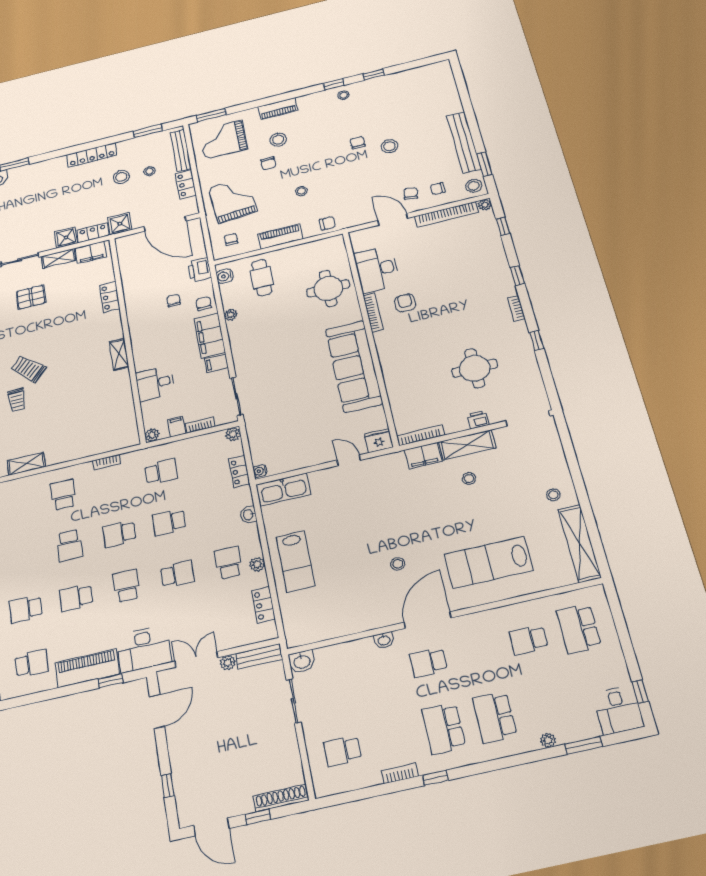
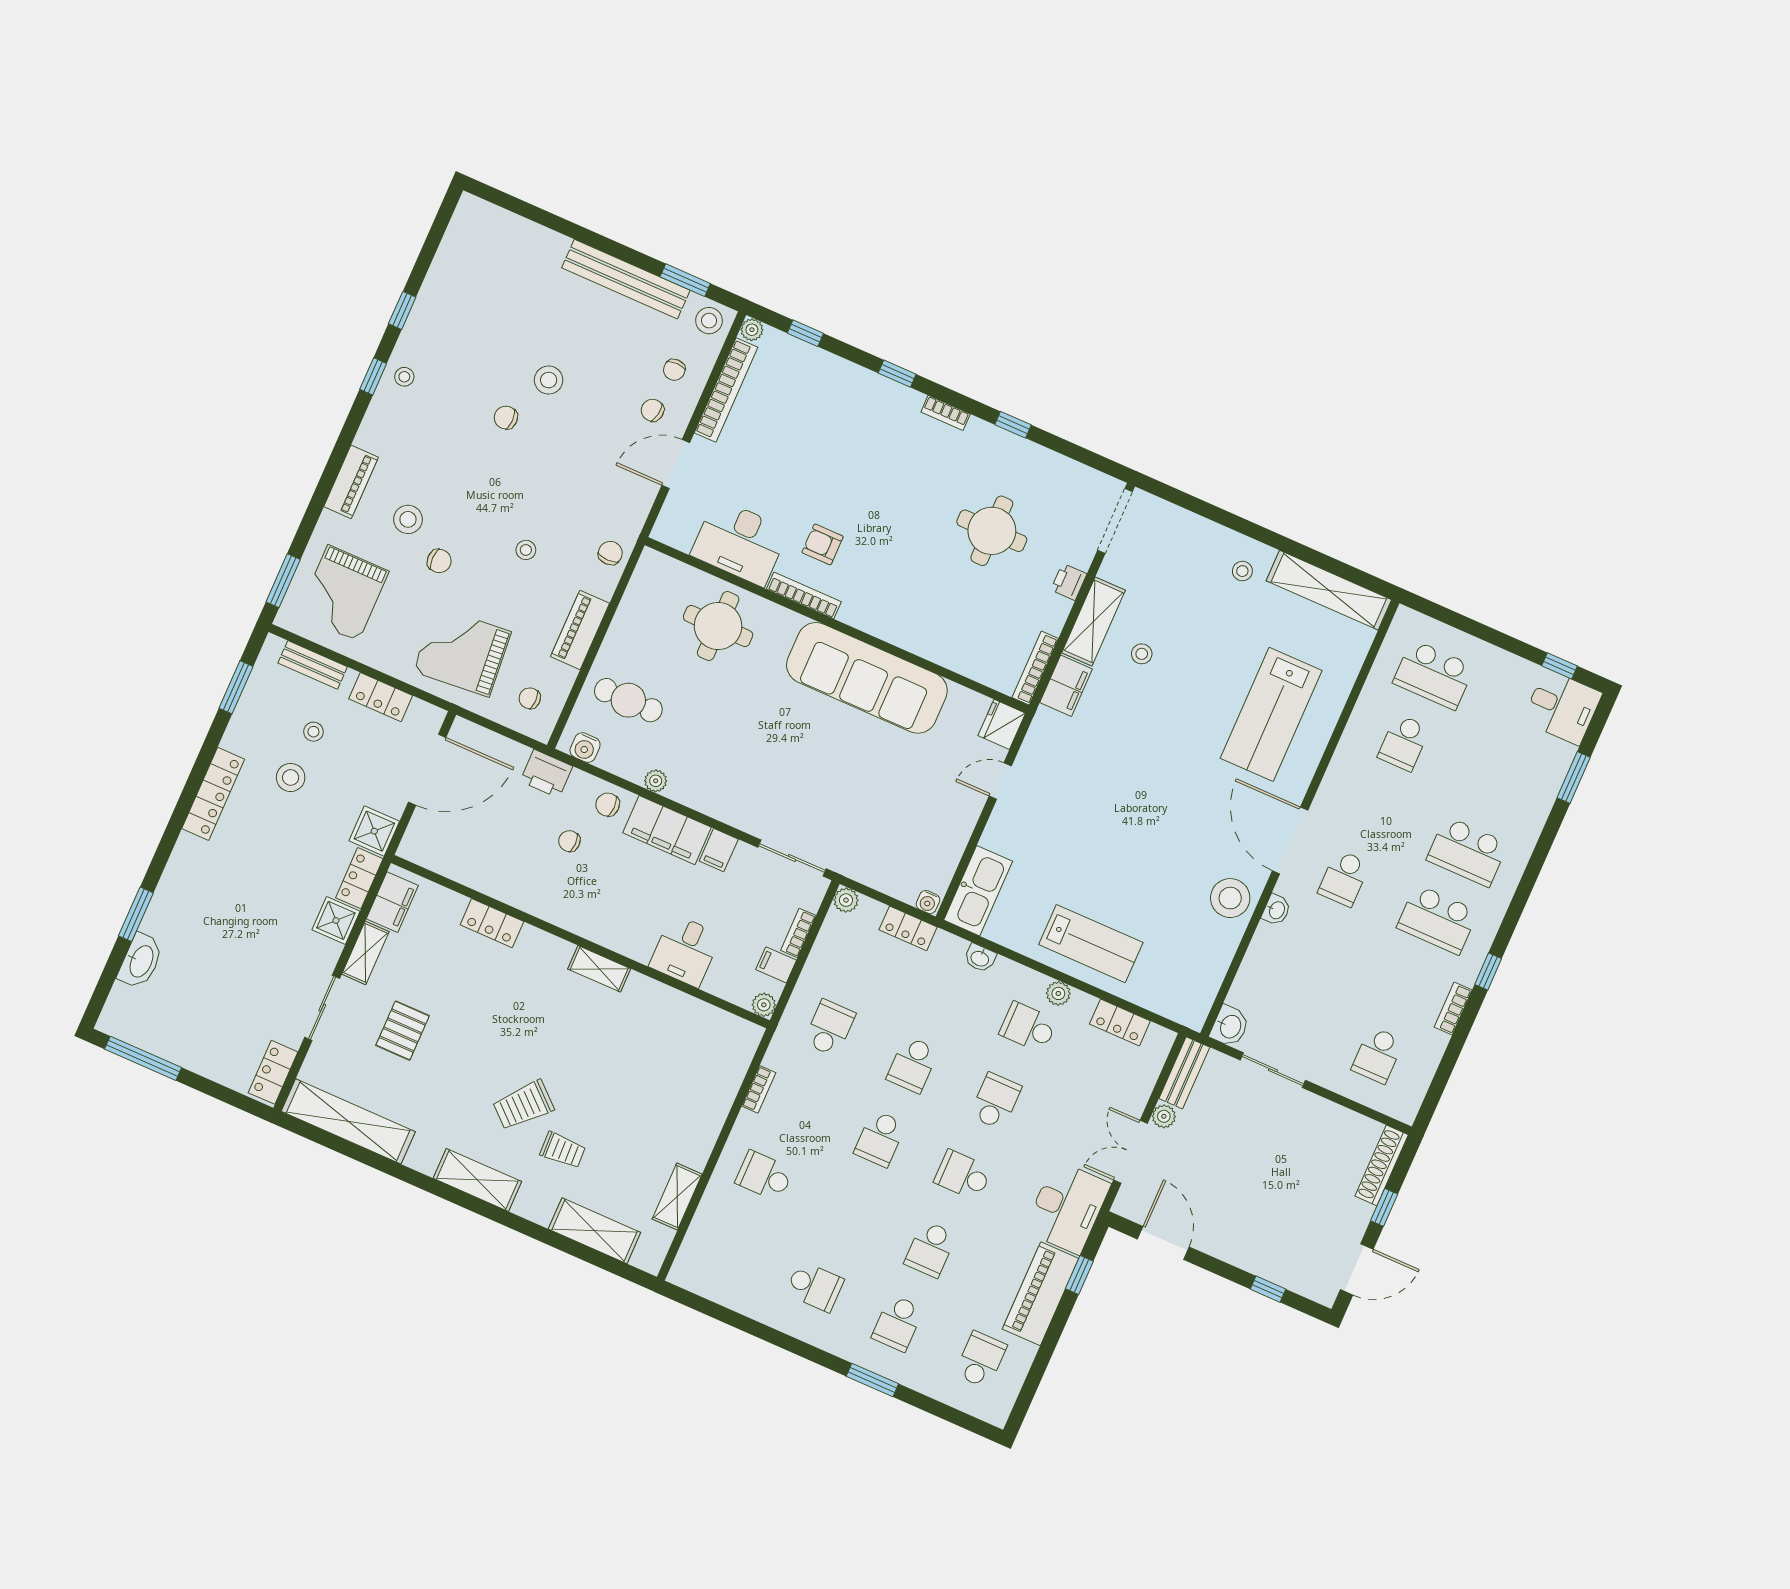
bench: (181, 151) -> (313, 665), width x0.73
school desk: (70, 545) -> (815, 1286), moved
stool: (398, 564) -> (1230, 898), moved, width x1.89, depth x1.89
plant: (548, 740) -> (1539, 812), removed

